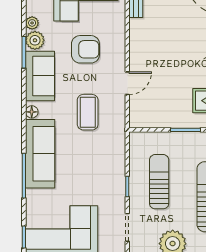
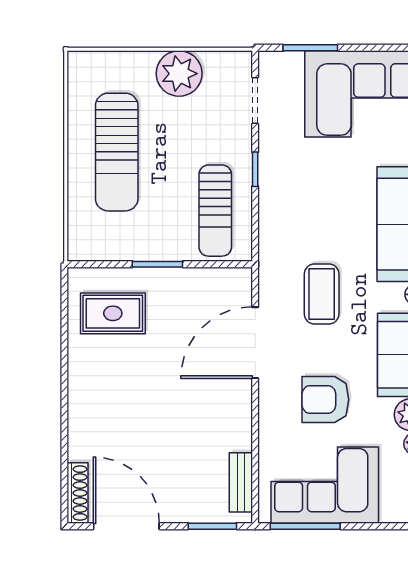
door: (127, 83) -> (255, 343), width x1.88
sun lounger: (159, 182) -> (215, 211), moved

